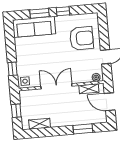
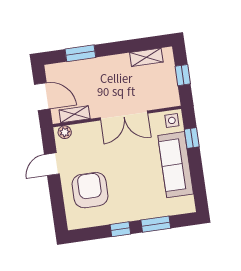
sofa: (34, 27) -> (176, 165), moved, turned -90
armchair: (82, 38) -> (90, 190), turned 90

